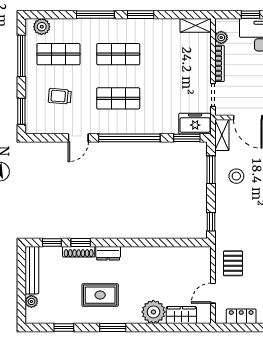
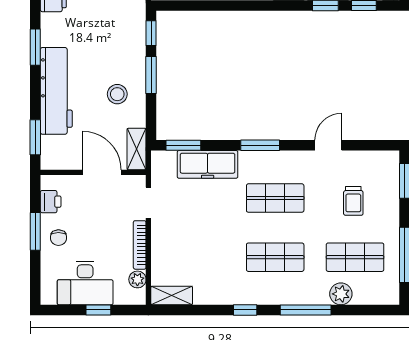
window: (141, 15) -> (245, 310), width x0.67
plant: (42, 27) -> (341, 294), moved
trolley: (60, 96) -> (353, 201), turned 85
freezer: (195, 124) -> (208, 164), moved, width x1.40
window: (129, 138) -> (260, 145), width x0.47
window: (211, 170) -> (151, 75), moved

